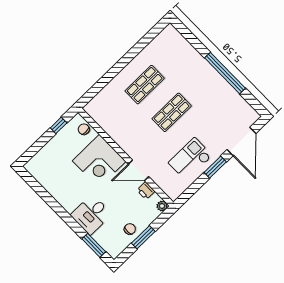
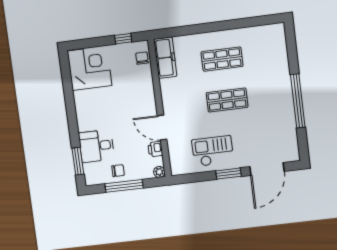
freezer: (101, 116) -> (165, 58), added
corner desk: (99, 161) -> (89, 68), moved, turned 180
desk: (91, 214) -> (96, 146), moved
window: (143, 237) -> (124, 186), width x1.44

